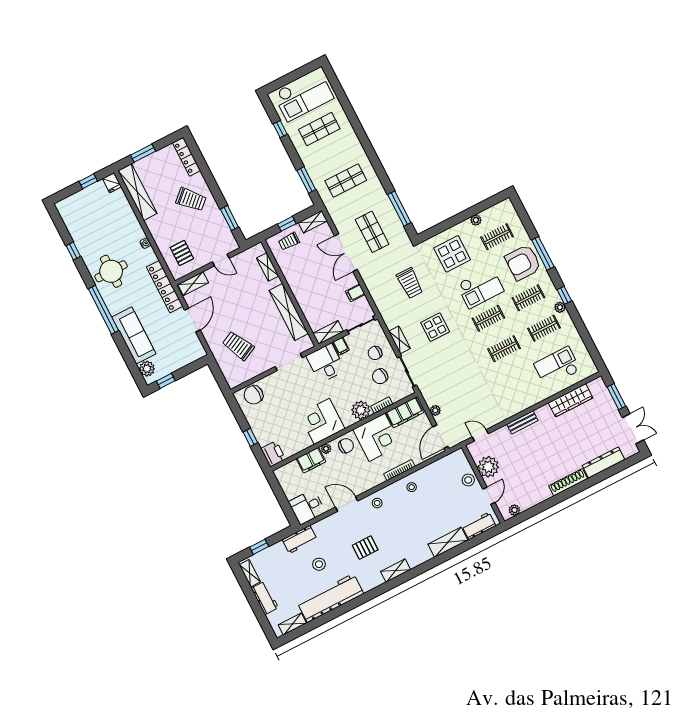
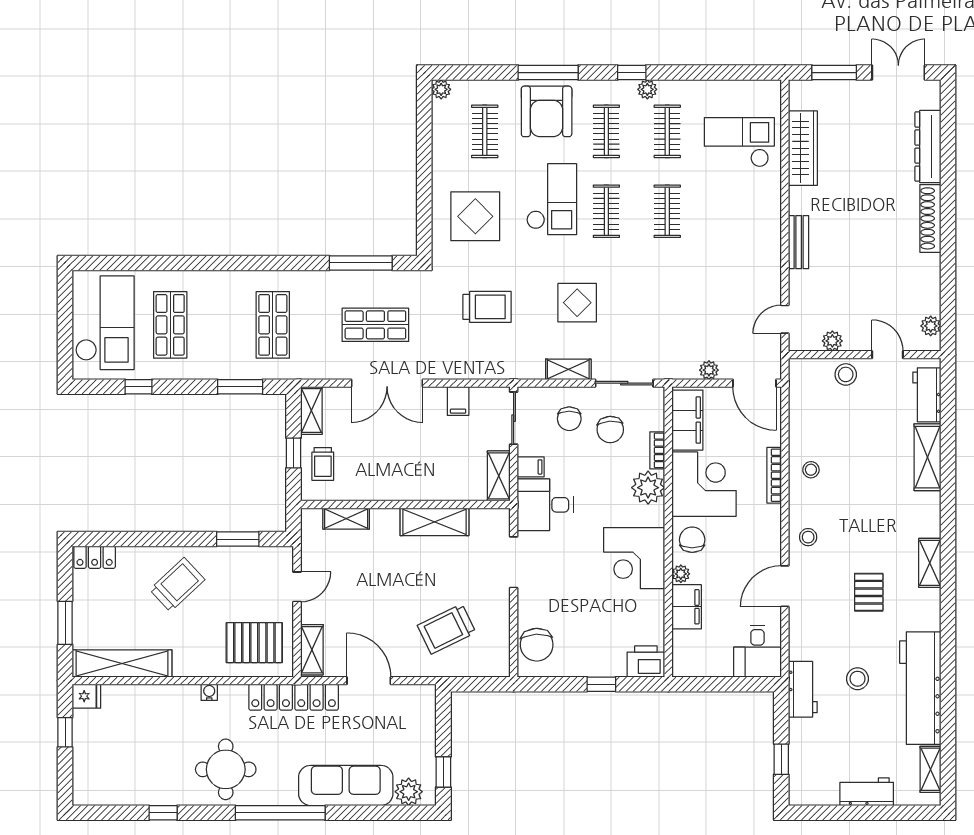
locker: (186, 157) -> (95, 557), width x0.66
plant: (476, 220) -> (441, 89), moved
pallet: (182, 253) -> (254, 643), width x1.50, depth x1.42
shelving: (289, 312) -> (434, 522), width x0.68
checkout: (557, 367) -> (739, 142), turned 90
plant: (488, 467) -> (832, 341), width x0.53, depth x0.53
shelving: (250, 573) -> (816, 795), removed

